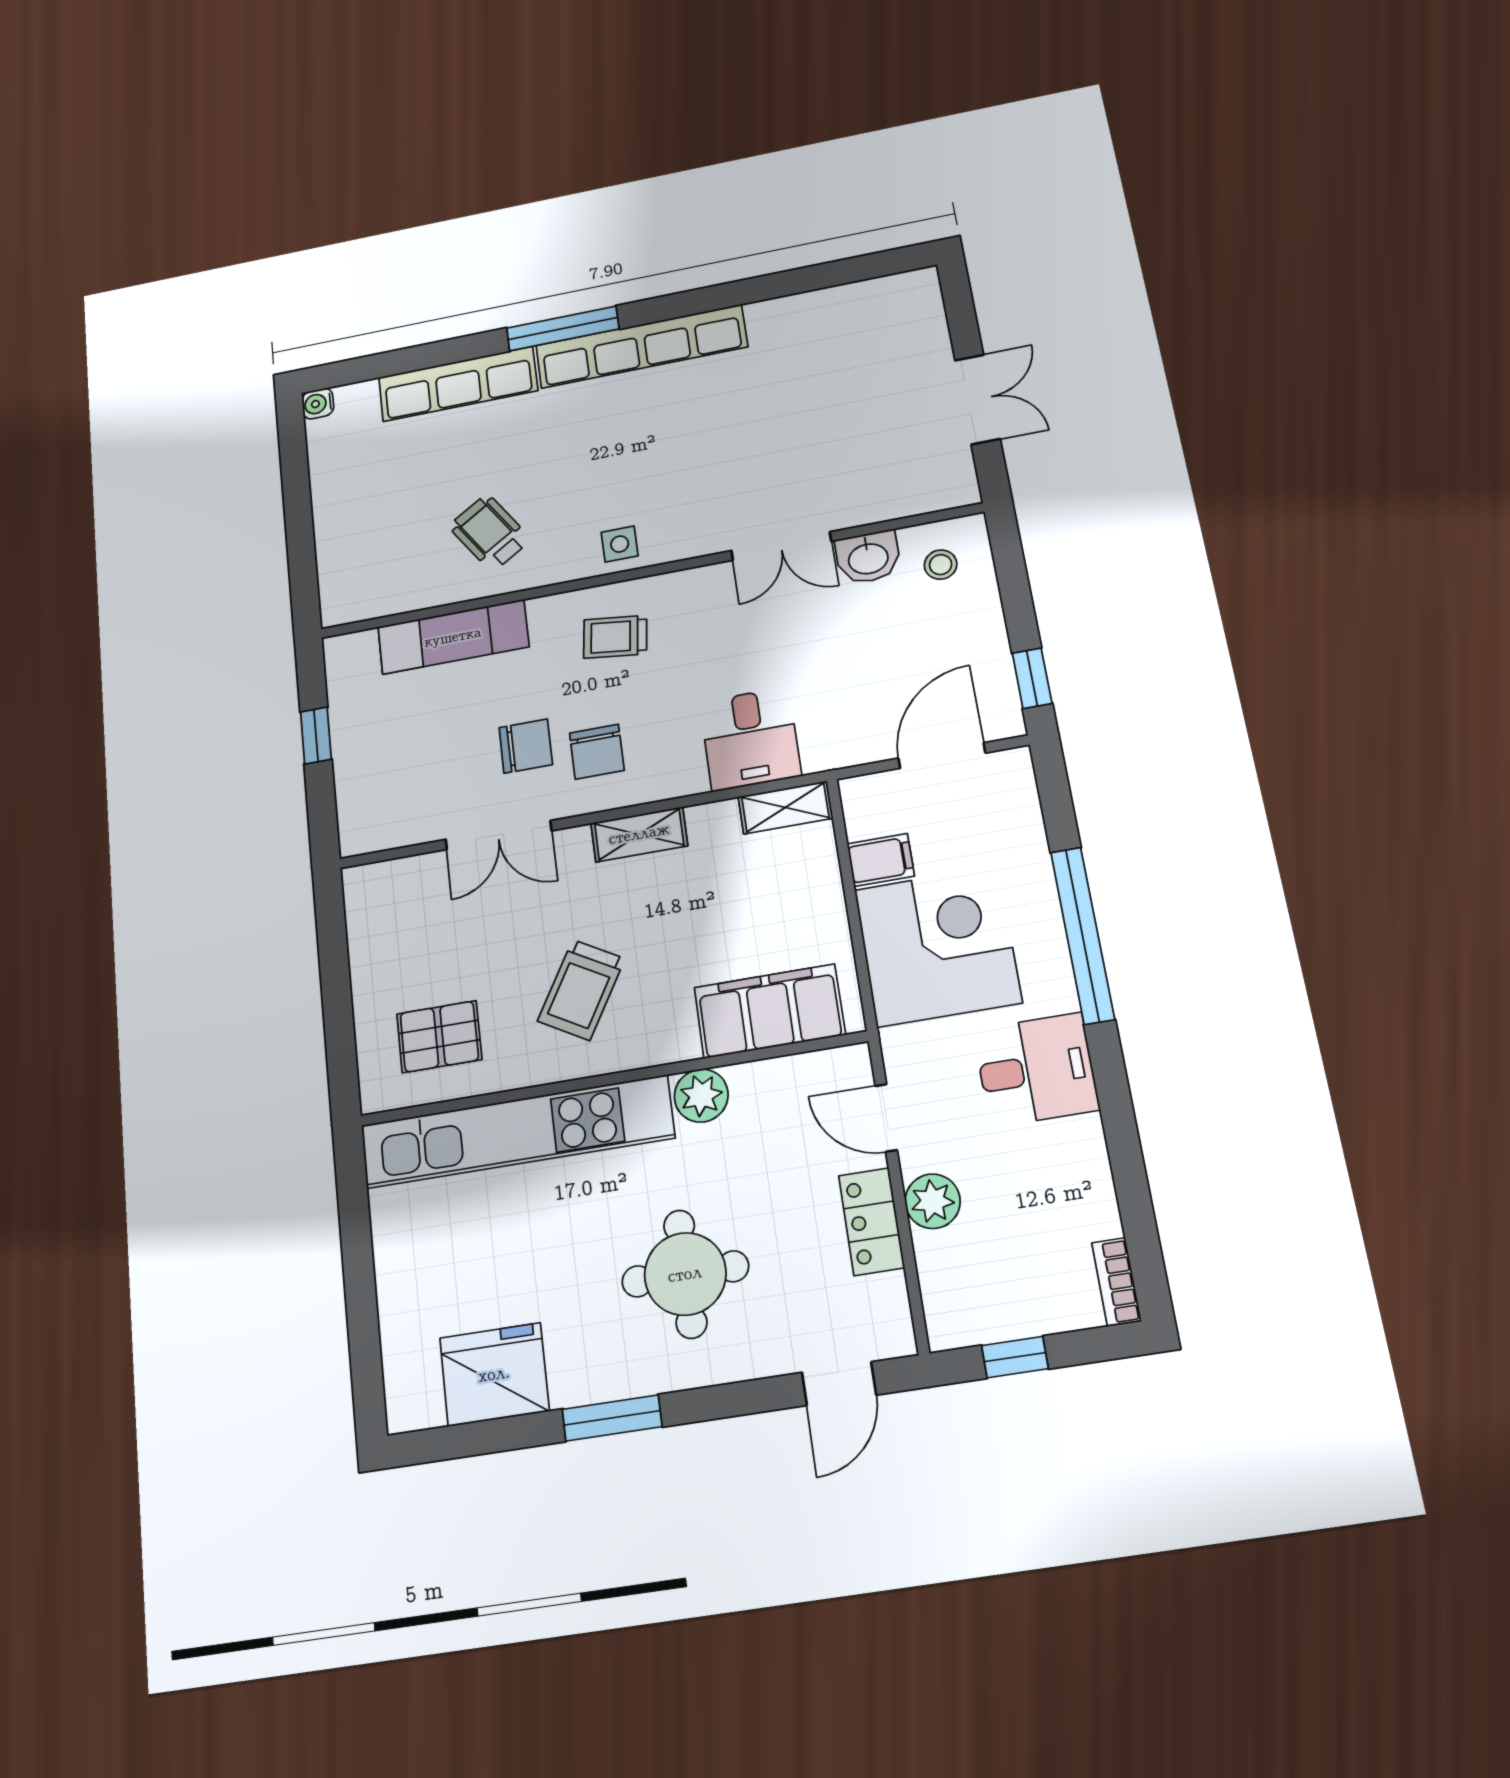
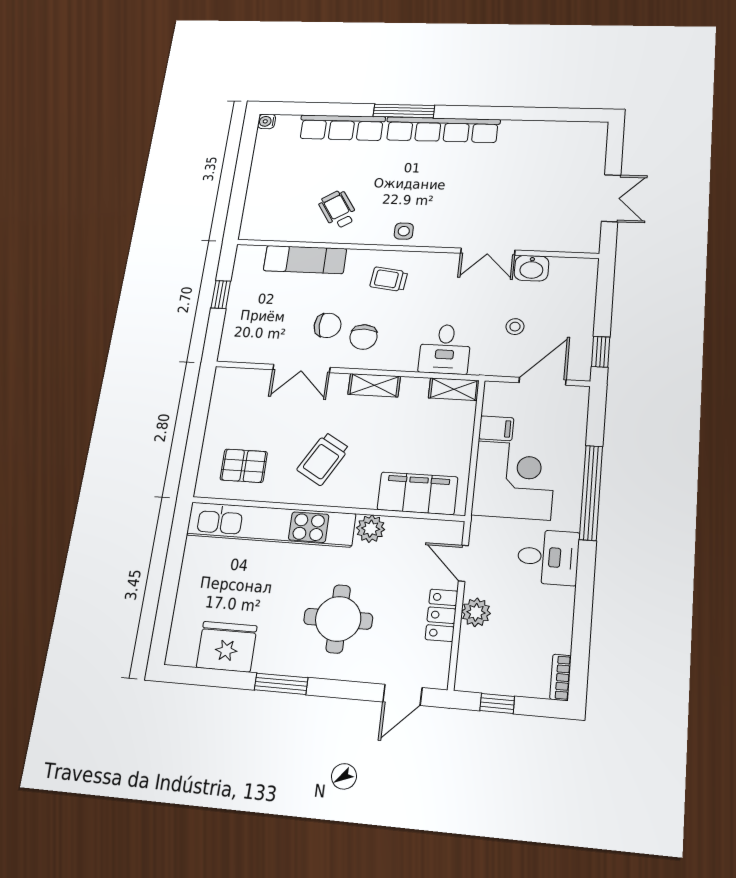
stool: (941, 565) -> (515, 327), moved

